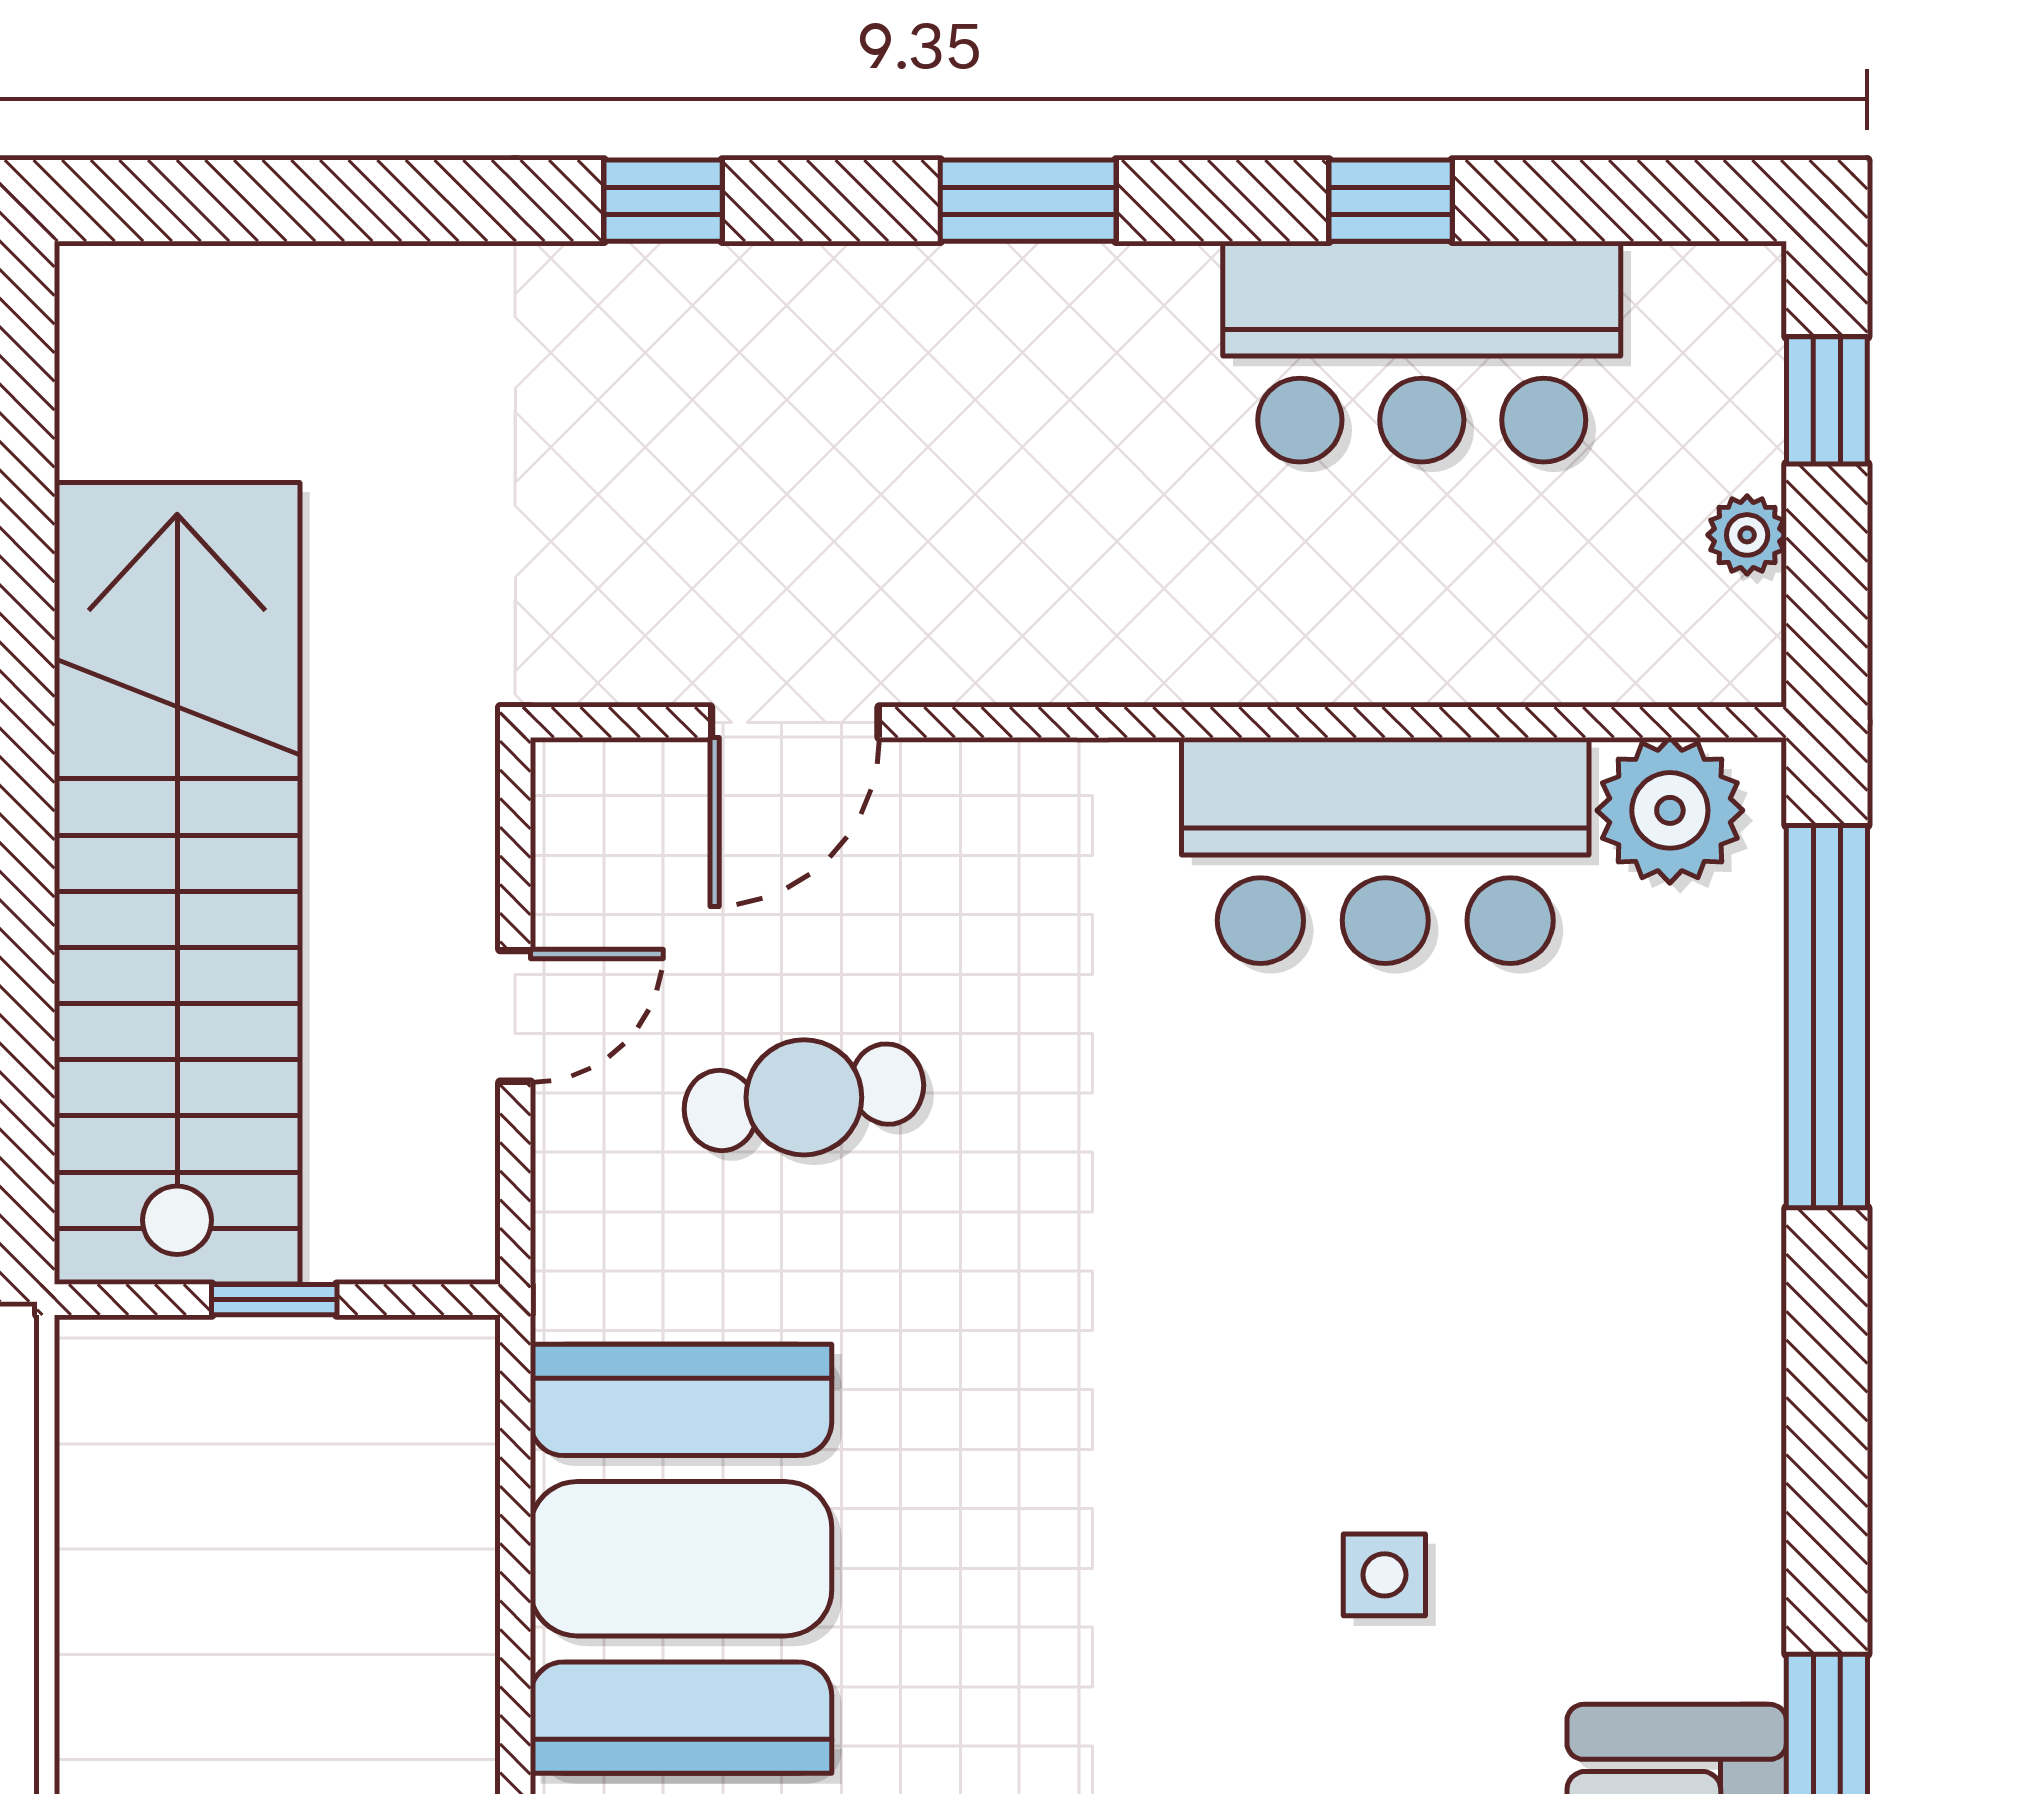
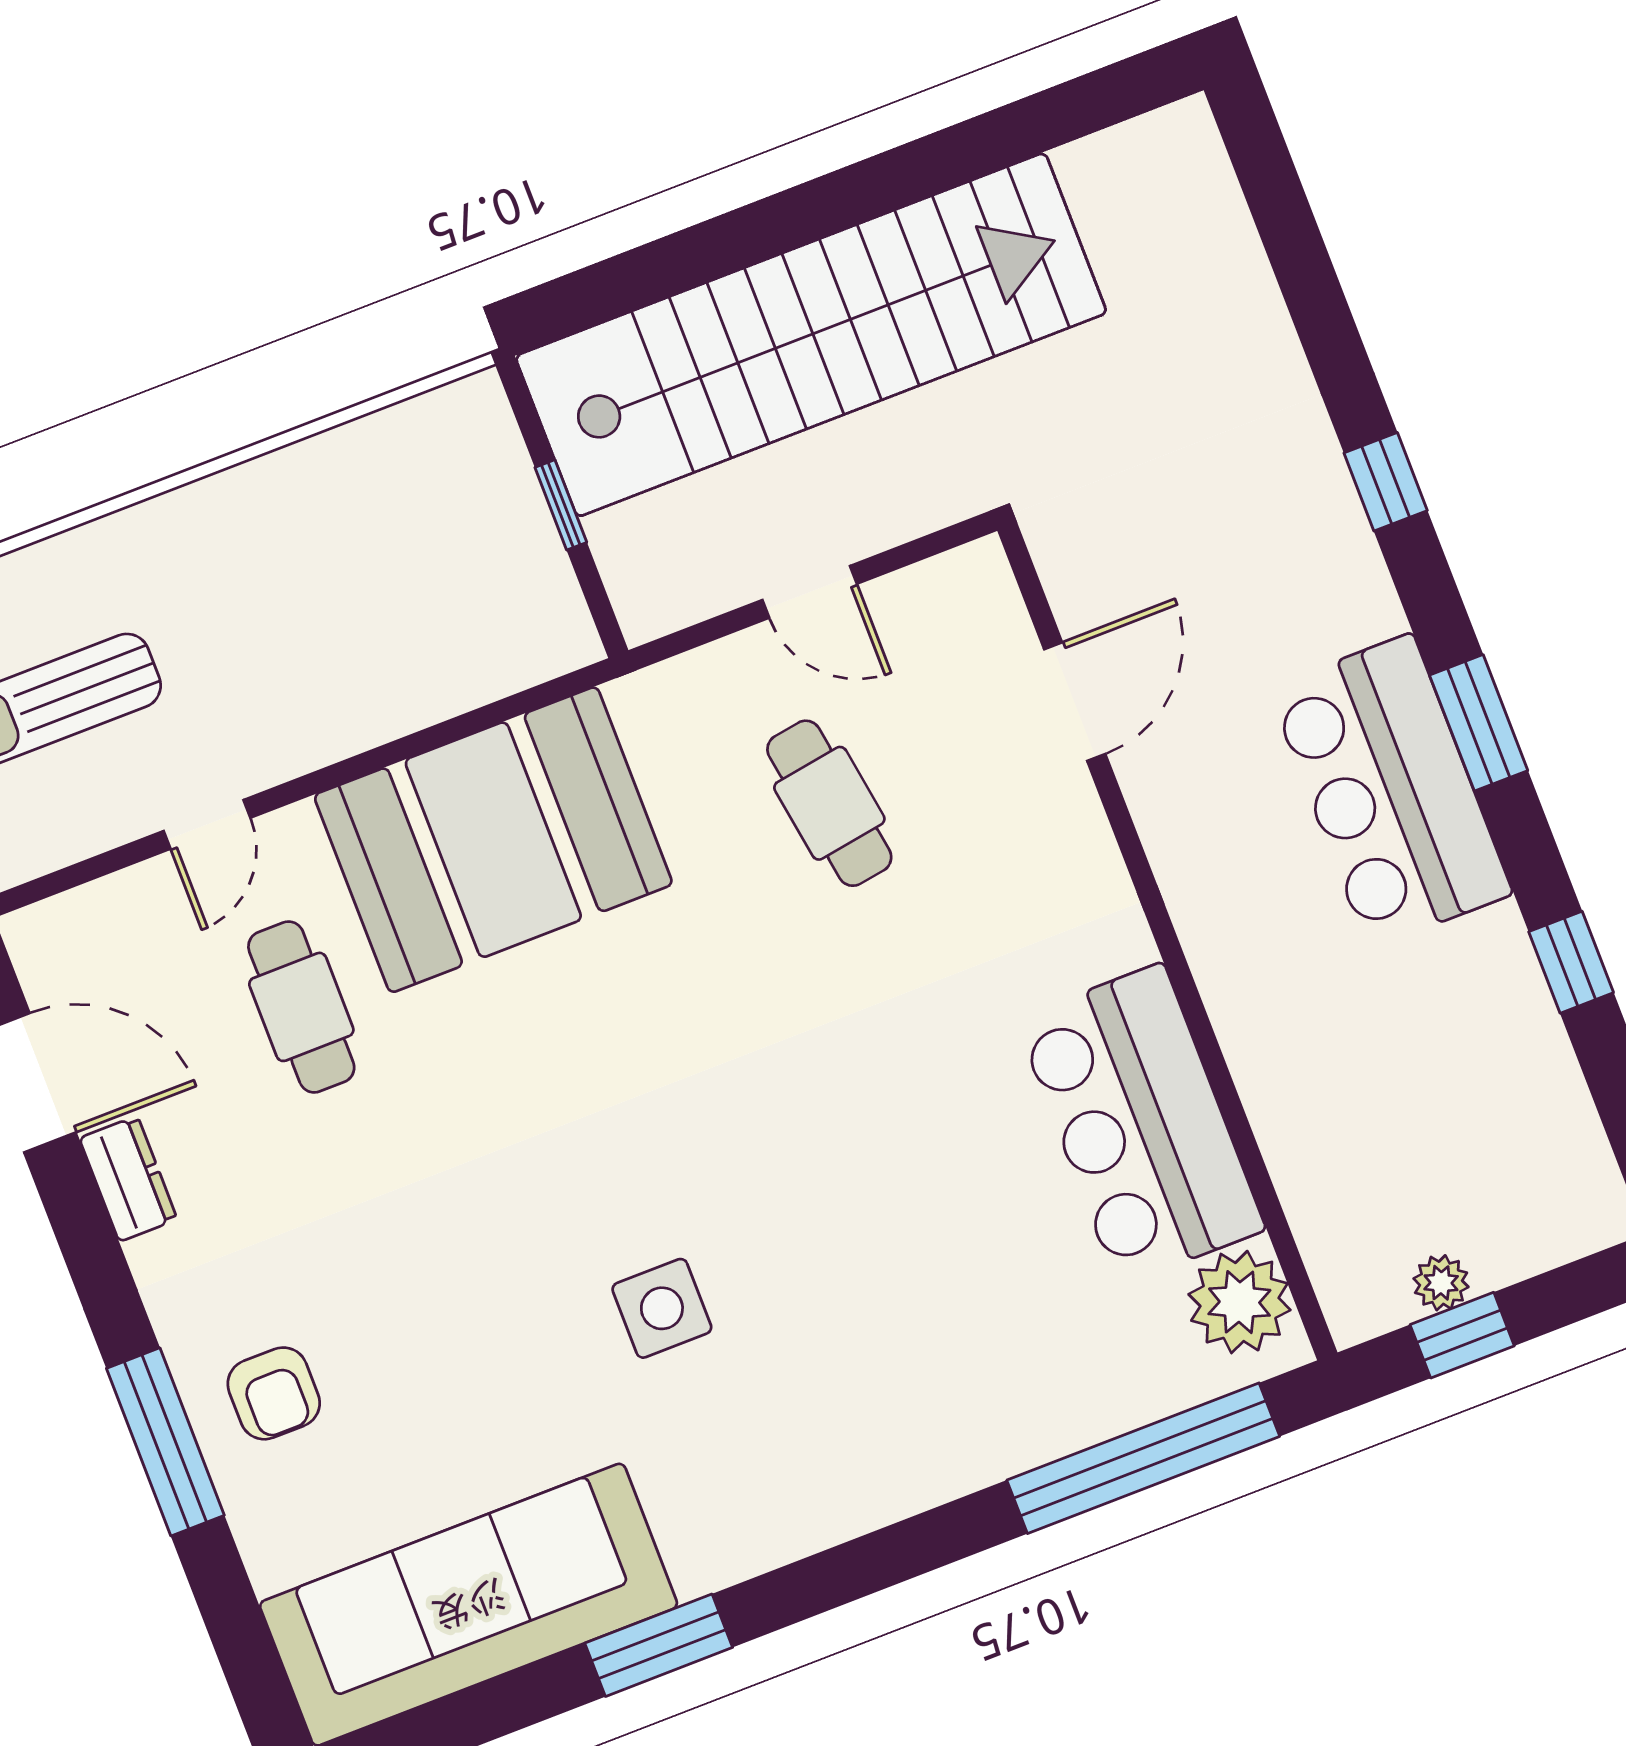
bar counter: (1422, 352) -> (1390, 791), moved
window: (1827, 400) -> (1462, 1335), moved
door: (795, 722) -> (1075, 702), swing flipped
side table: (1384, 1575) -> (662, 1308), width x1.37, depth x1.37

